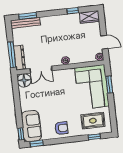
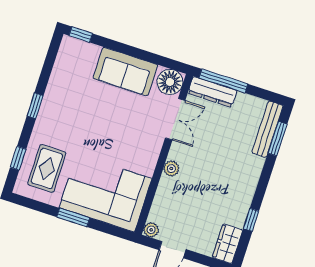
double door: (41, 70) -> (175, 119), swing flipped
window: (109, 85) -> (73, 217), moved
sofa: (31, 126) -> (125, 72), moved
armchair: (61, 128) -> (59, 108), removed
window: (37, 143) -> (35, 106), moved

